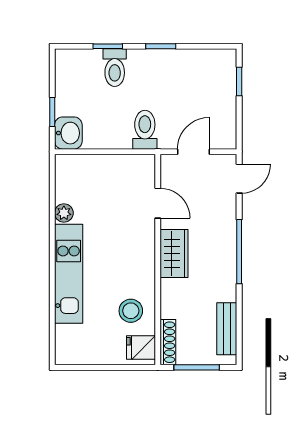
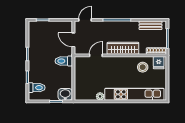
toilet: (115, 68) -> (37, 88), moved
door: (239, 179) -> (85, 20), hinge flipped
wardrobe: (174, 254) -> (123, 48), width x1.50
kitchen unit: (69, 274) -> (134, 94), width x1.36

